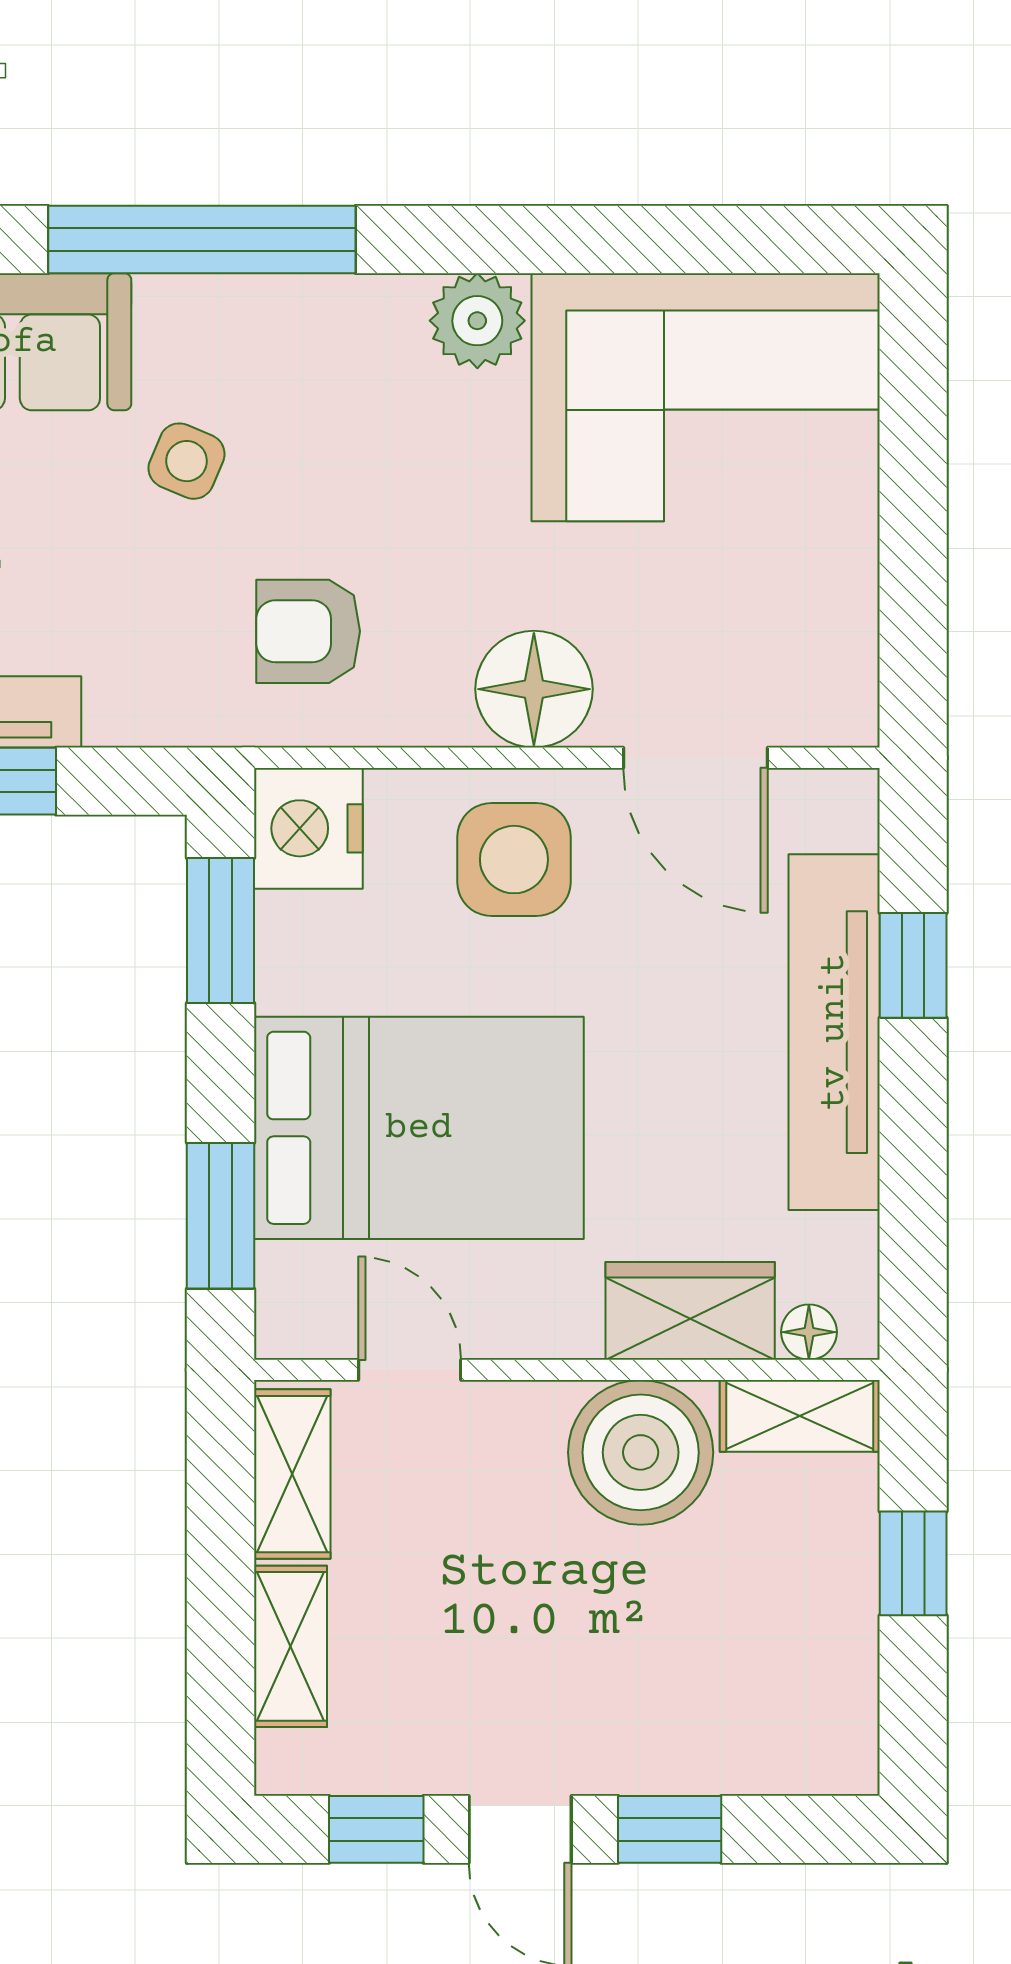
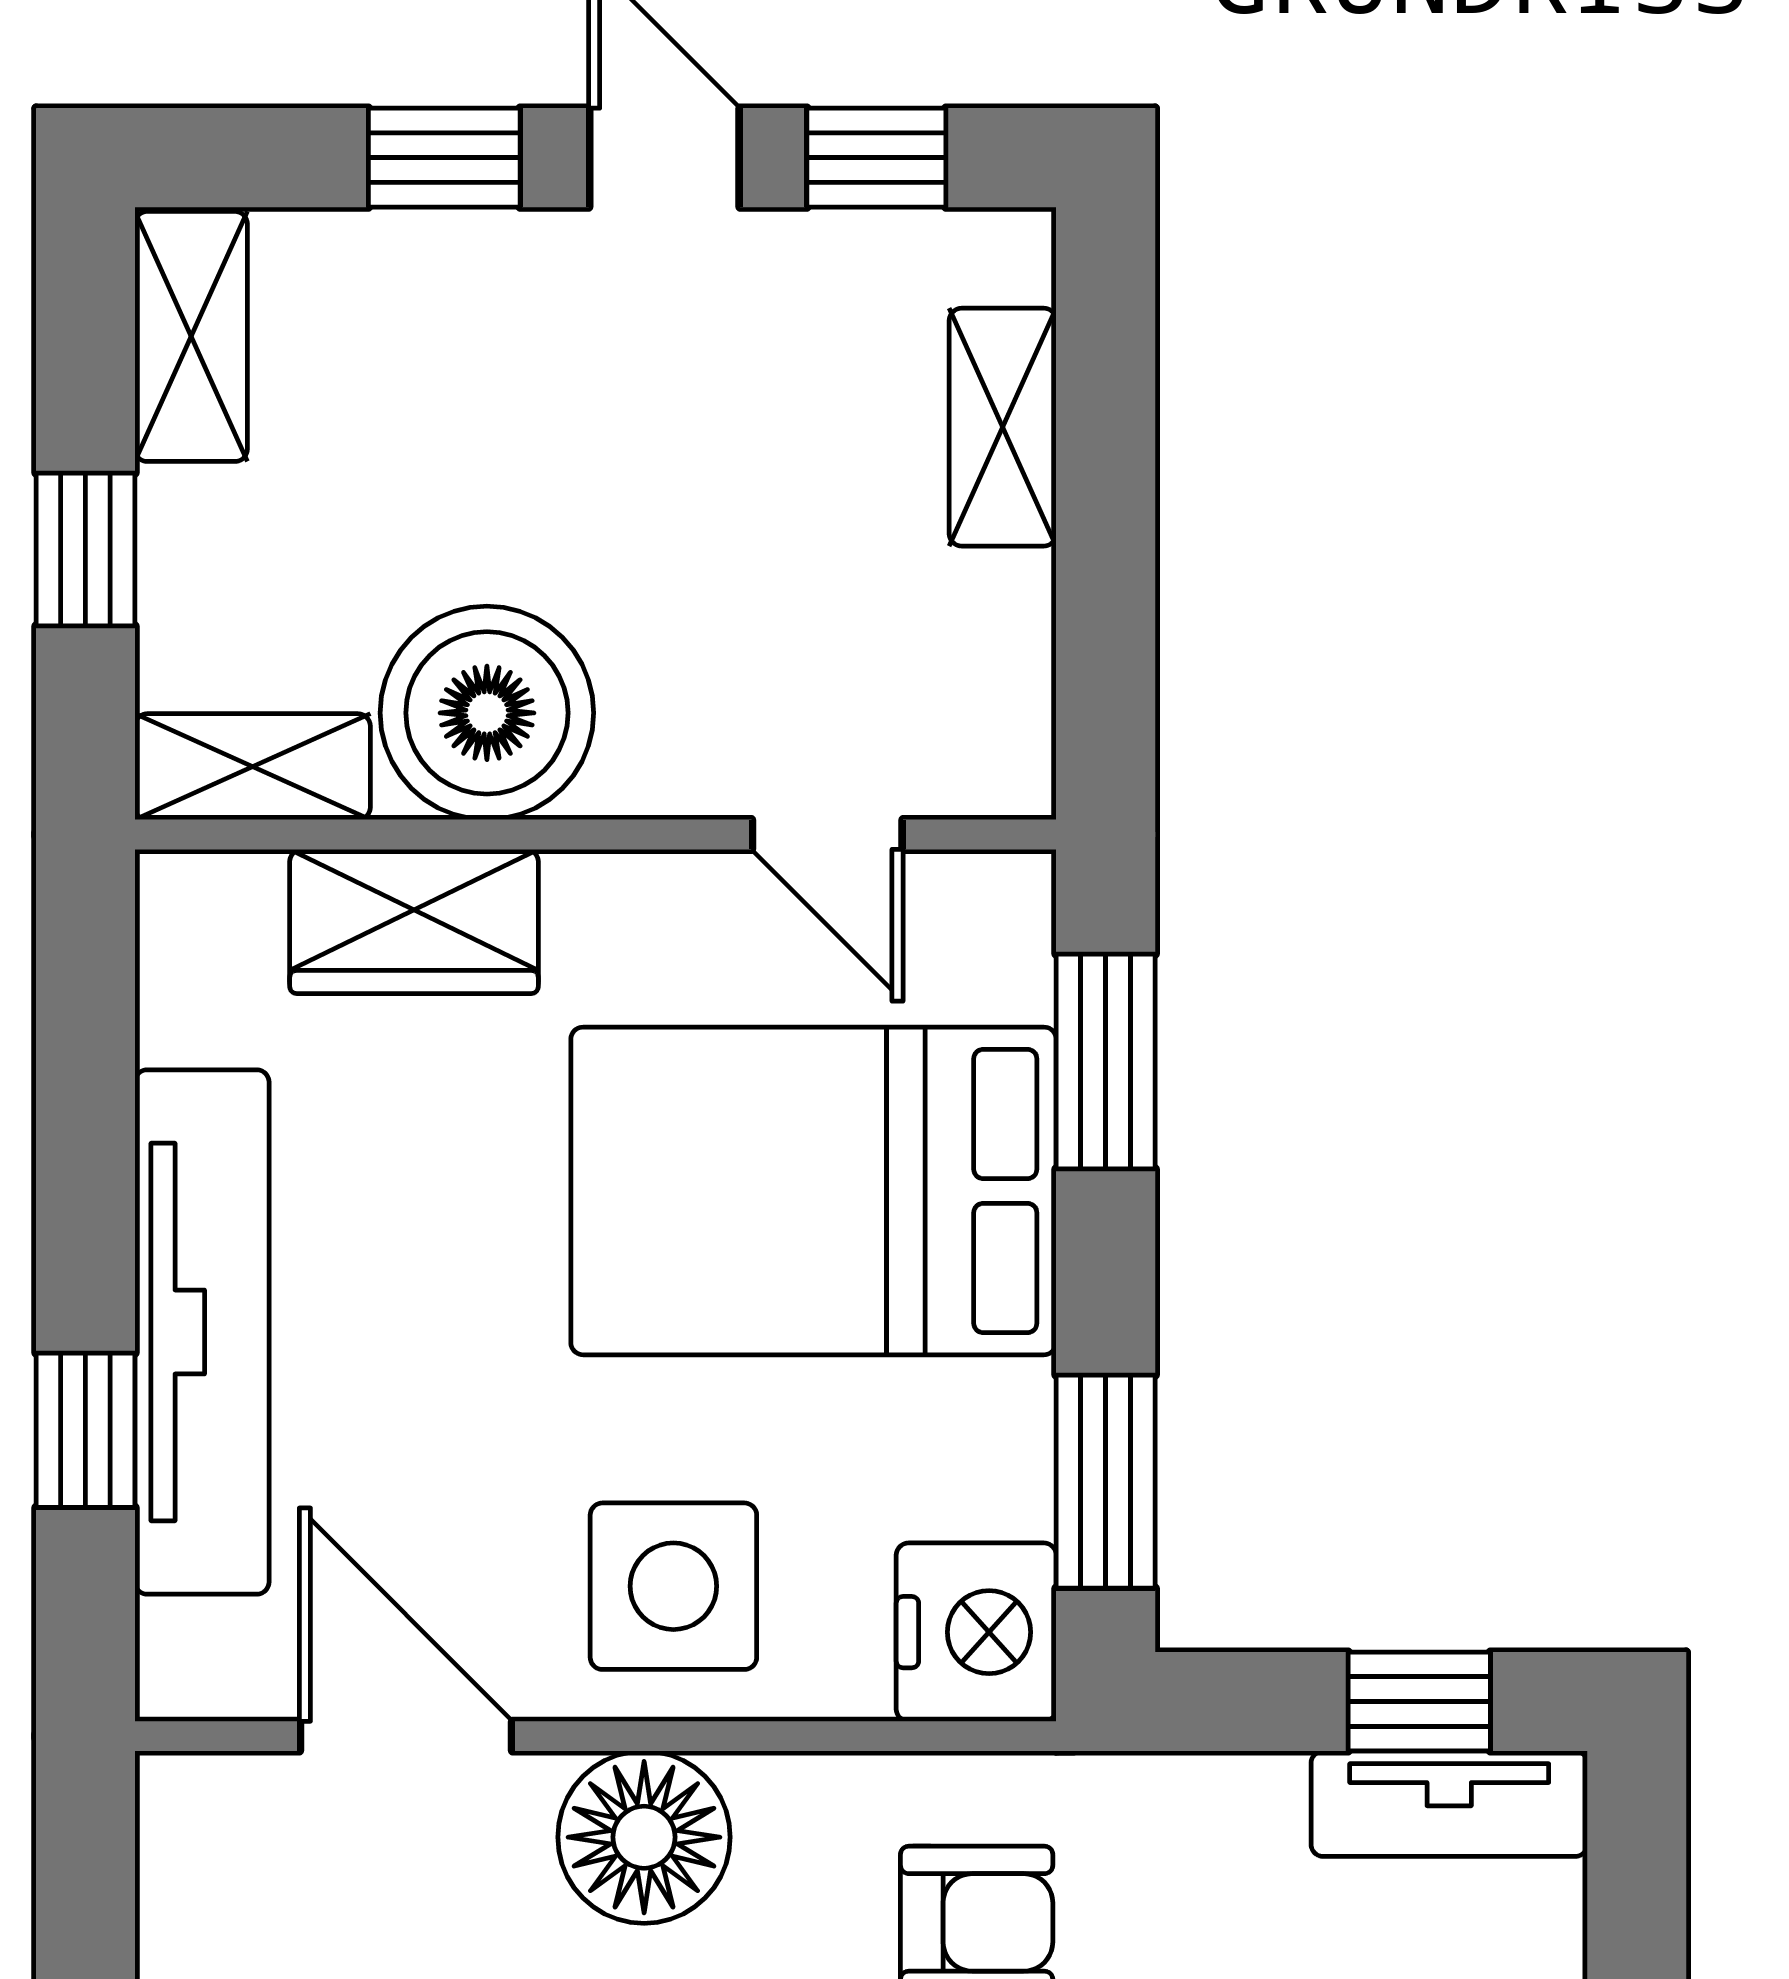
floor lamp: (809, 1332) -> (239, 890), removed
shelving: (292, 1474) -> (191, 336), moved

